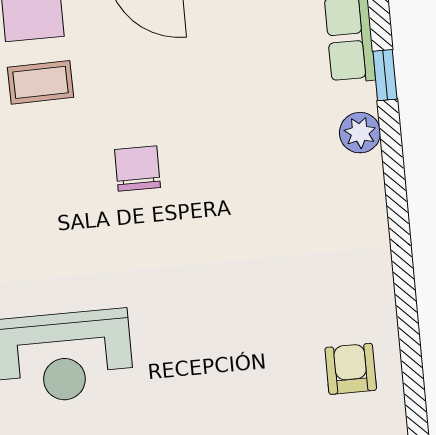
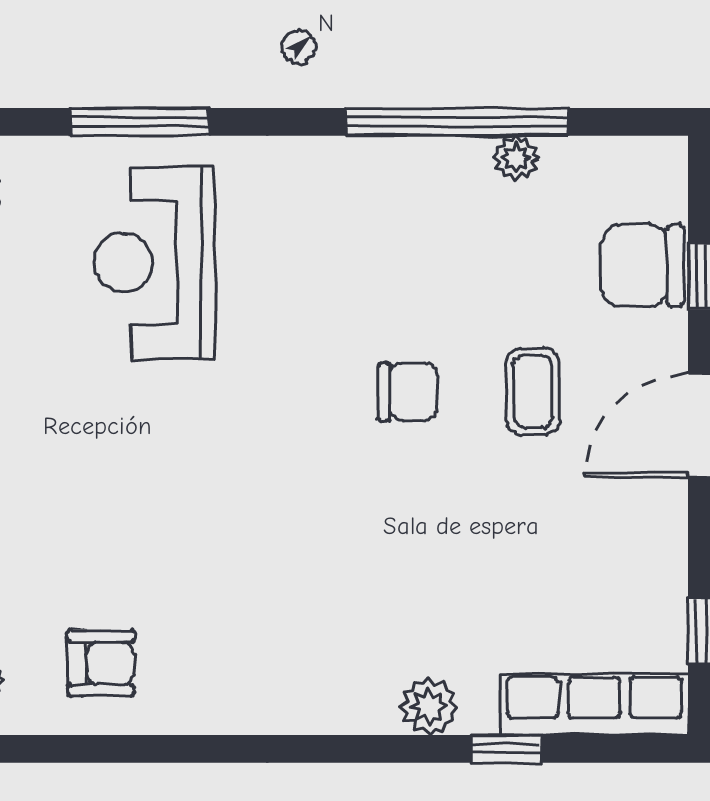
coffee table: (40, 82) -> (533, 392), moved

